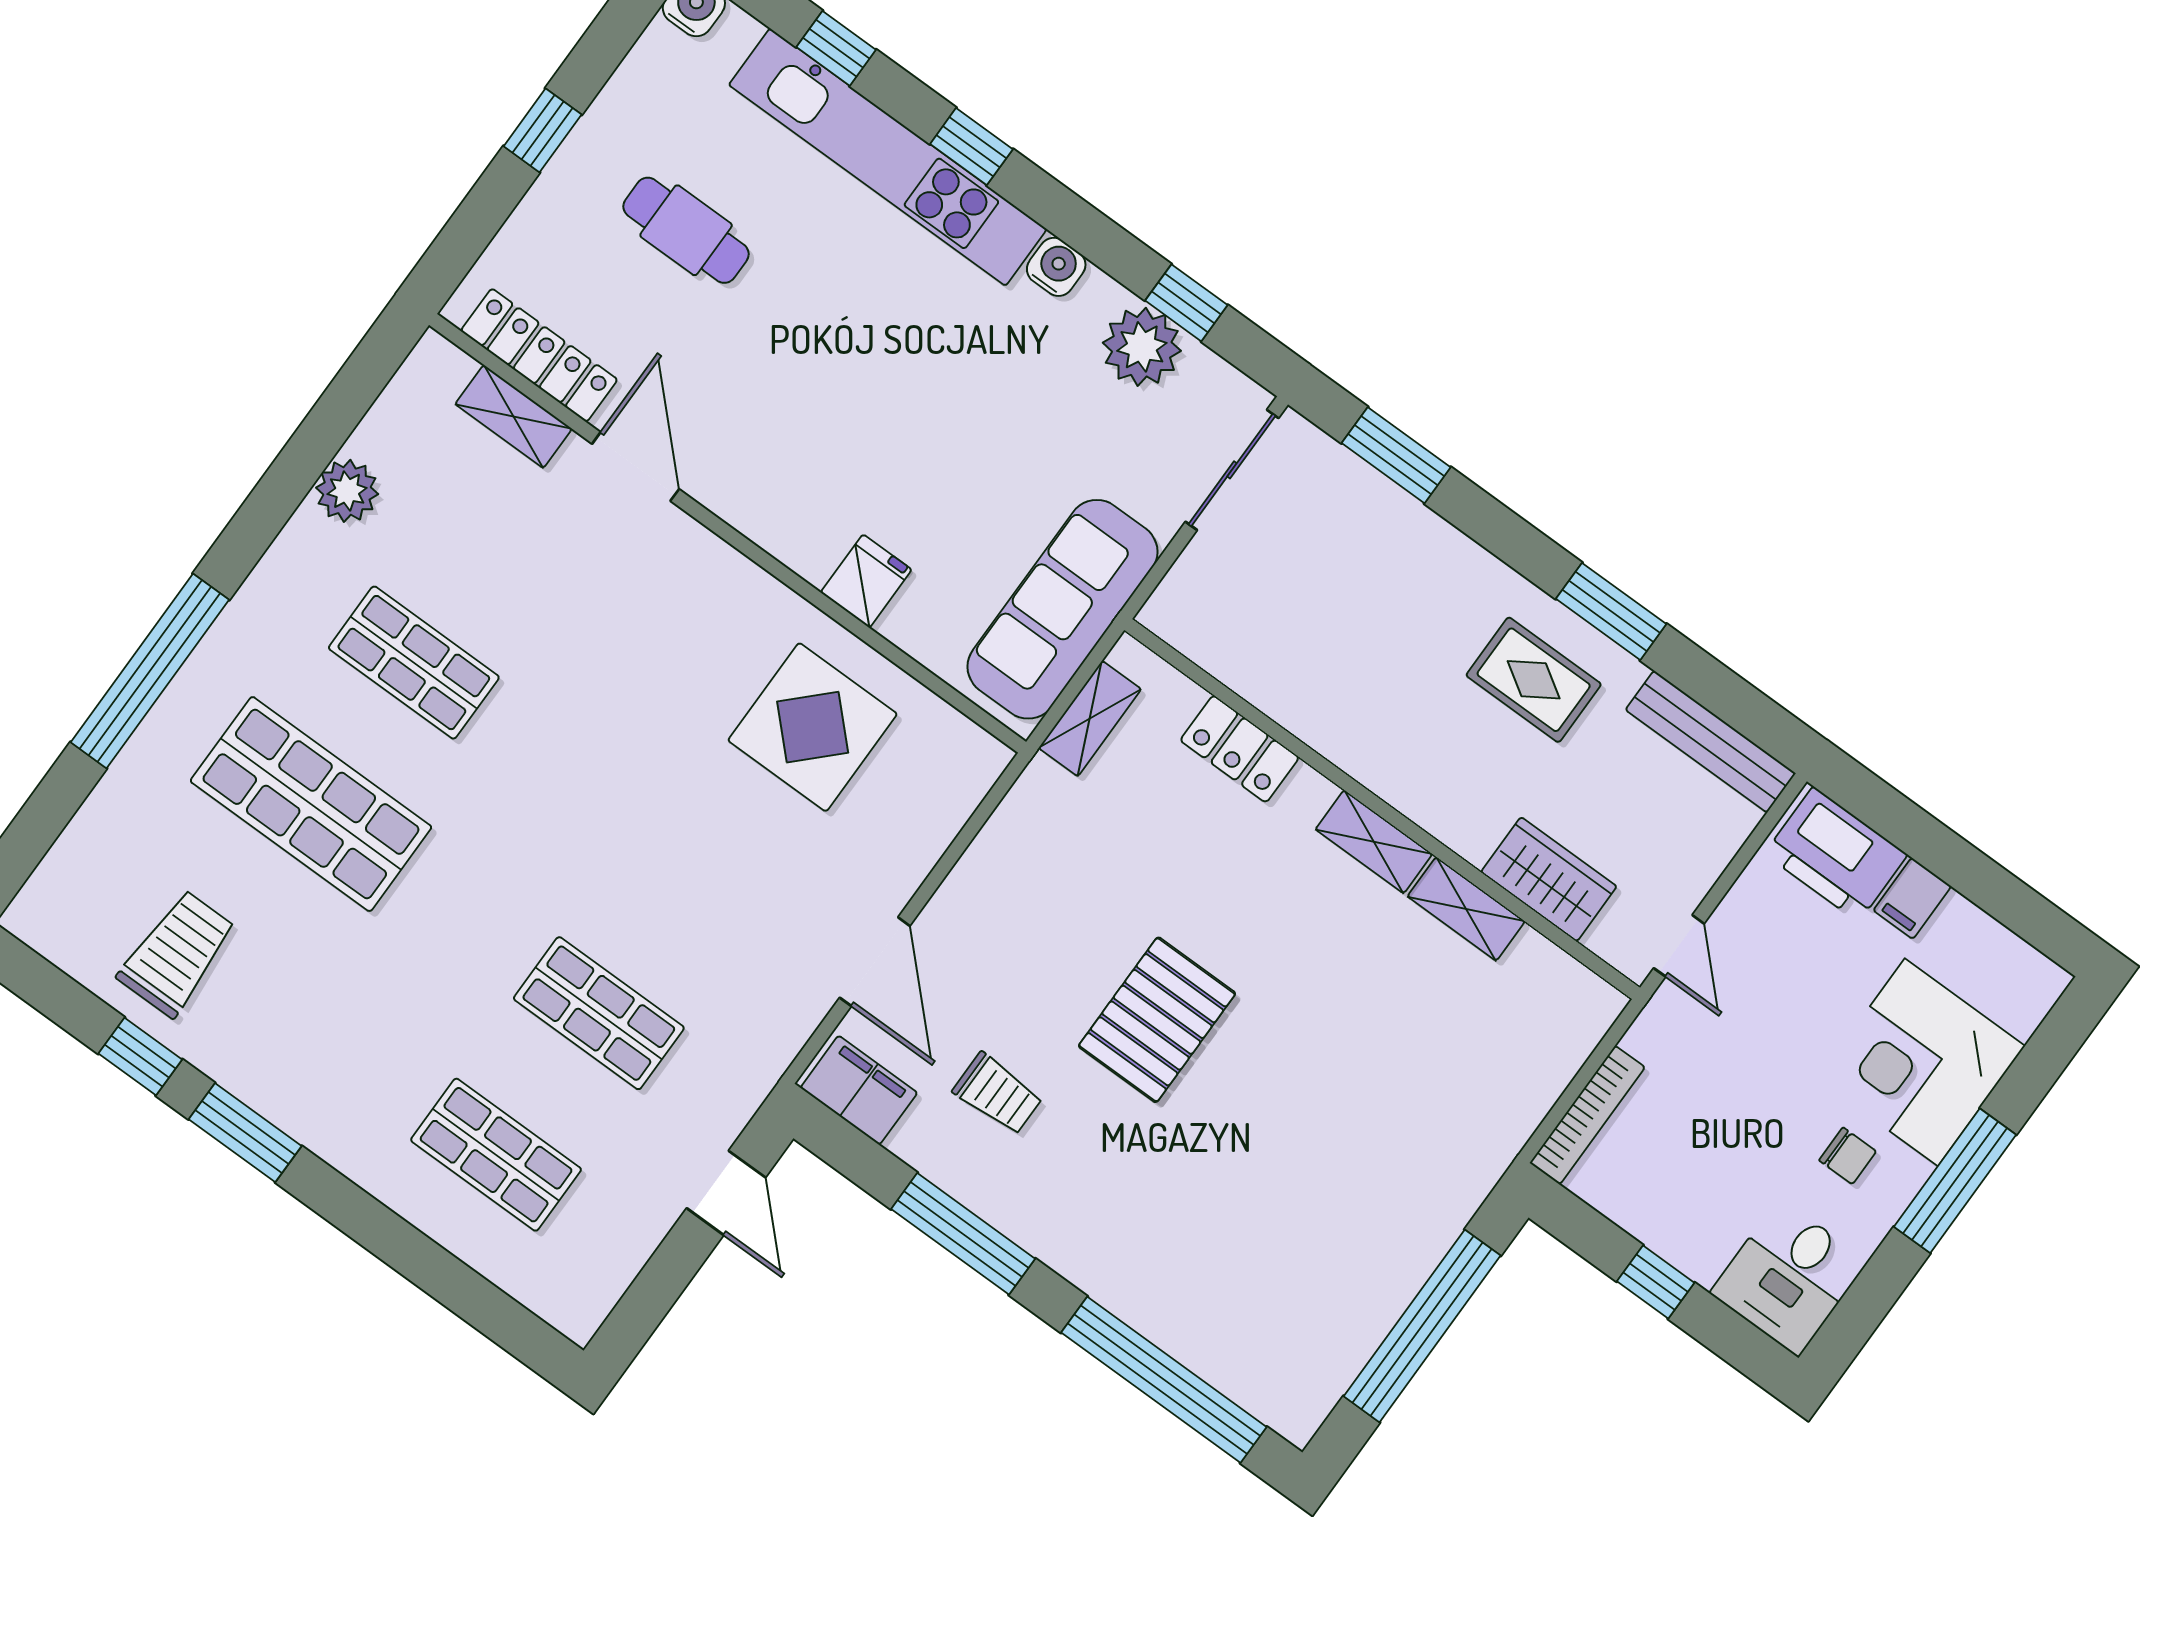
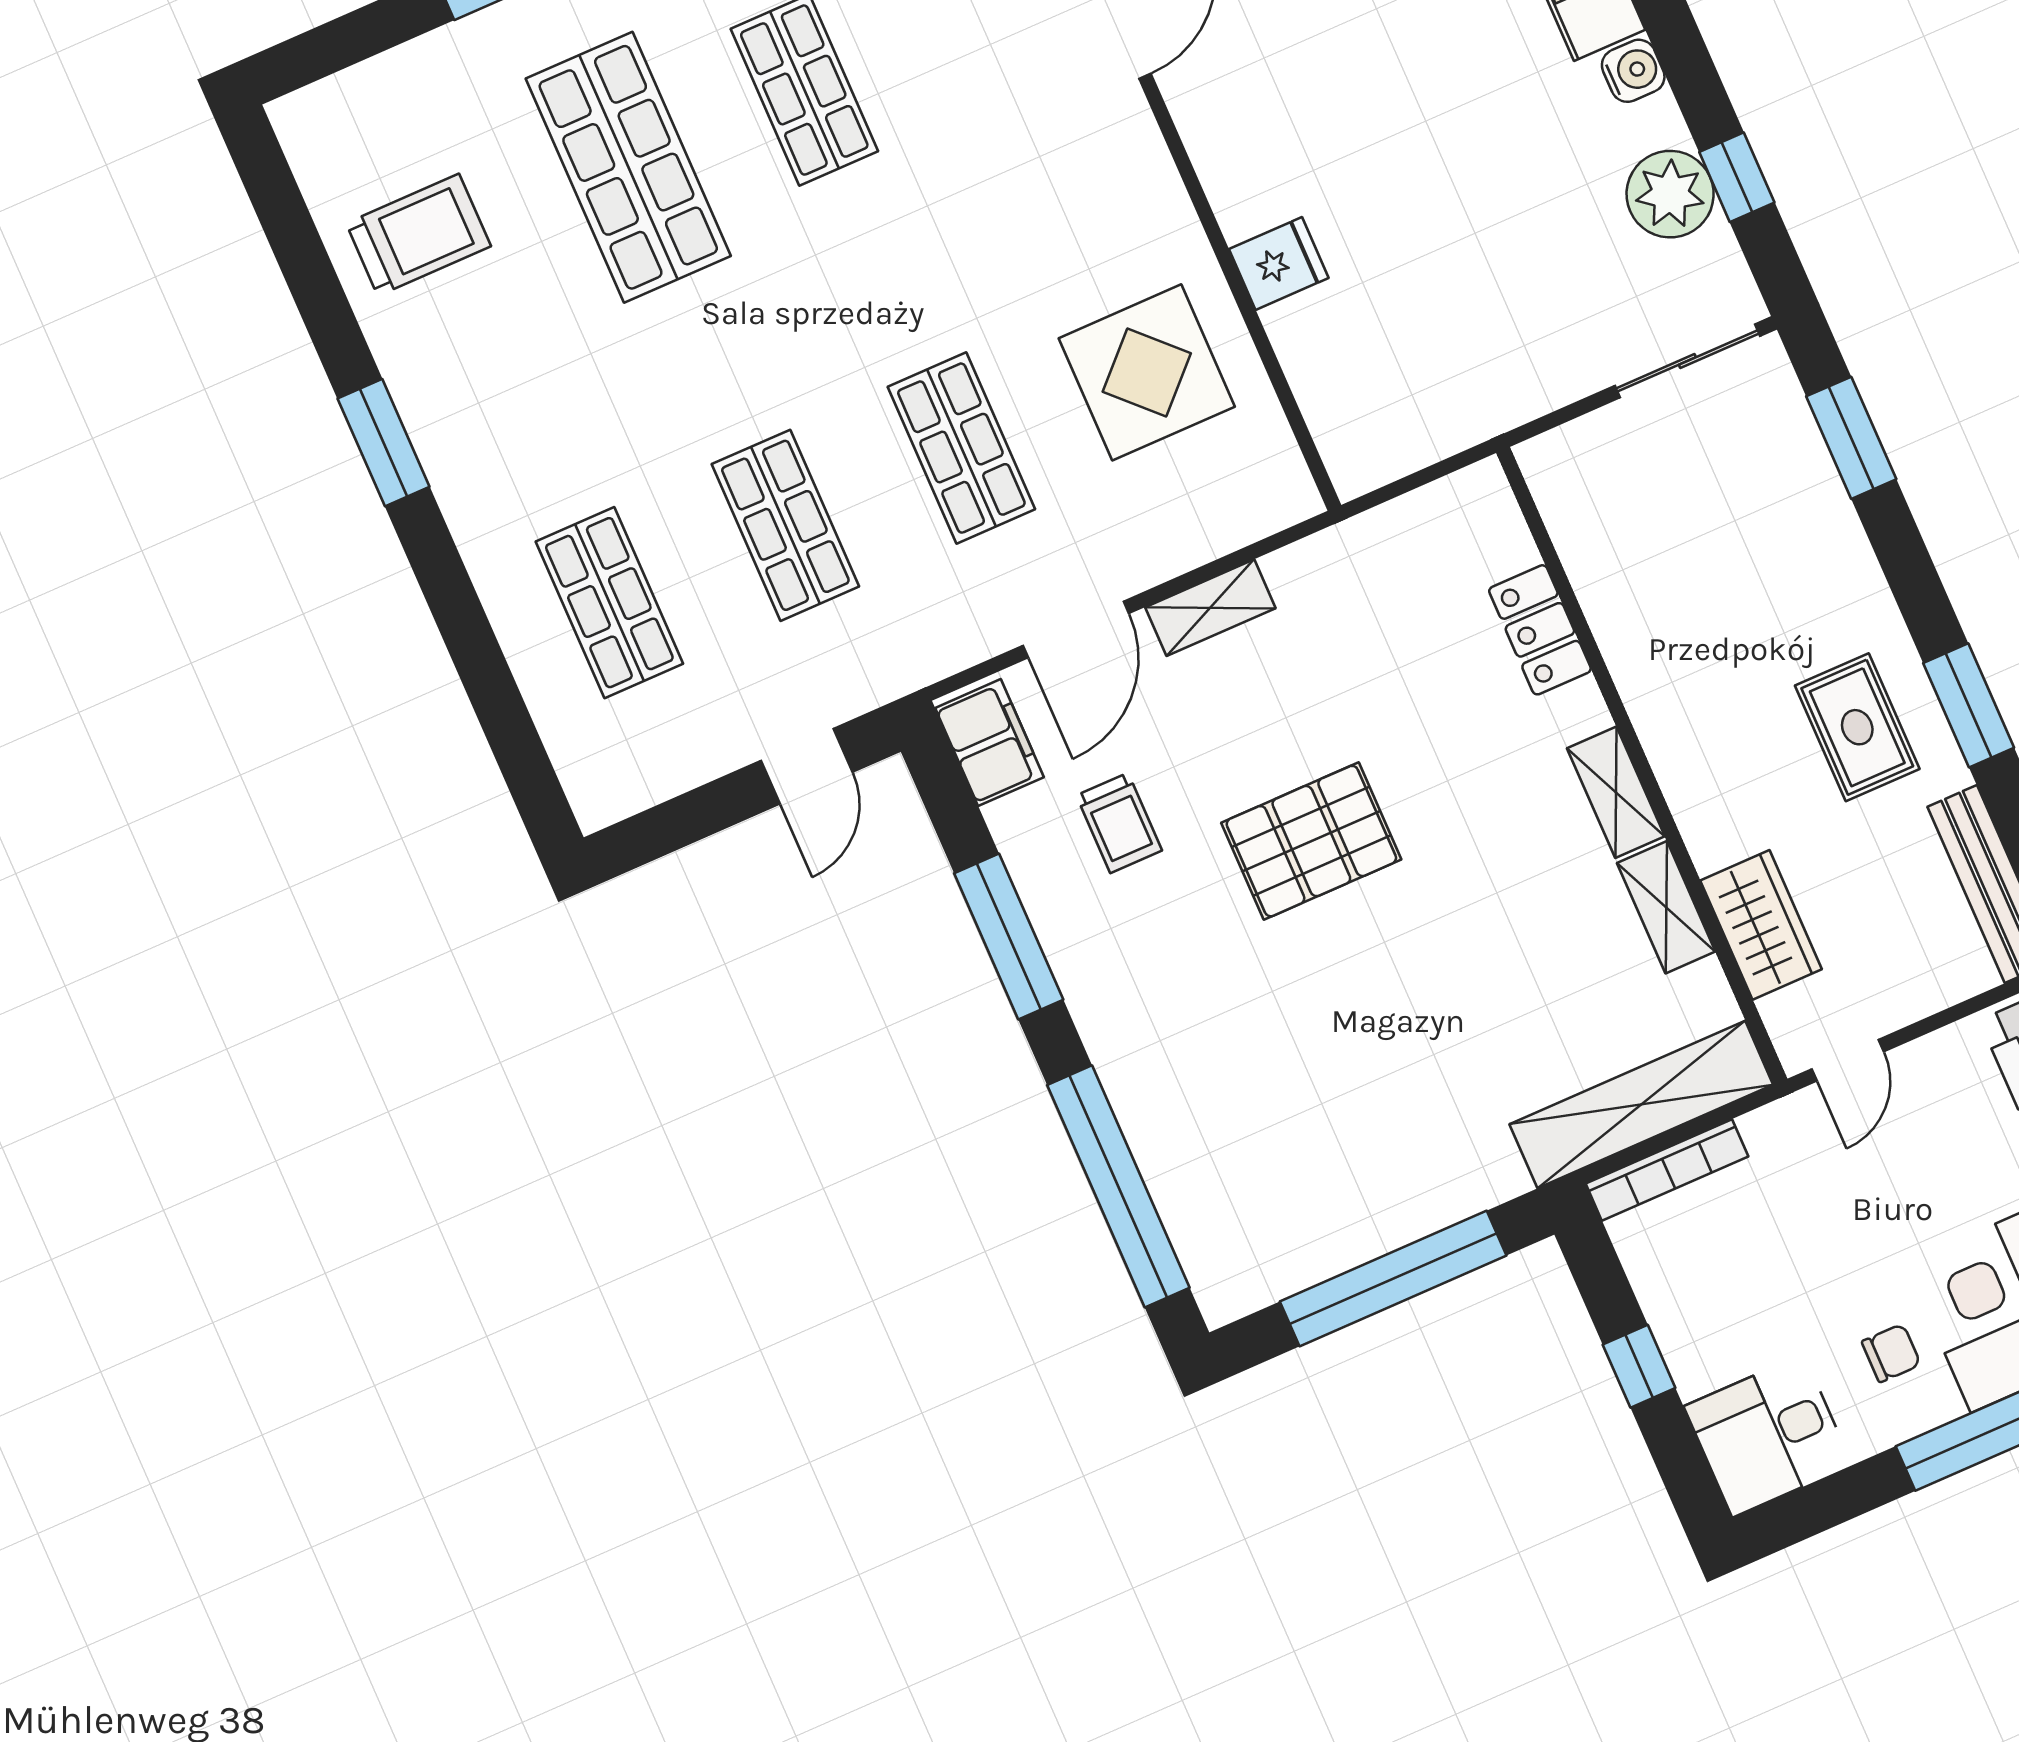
sofa: (1063, 609) -> (1449, 399), removed
shelving: (1090, 719) -> (1210, 608), moved
shop shelf: (702, 872) -> (961, 448), added
window: (140, 1056) -> (326, 312), removed
shelving: (1537, 1075) -> (1641, 1105), added
chair: (1848, 1156) -> (1891, 1353), turned -90

